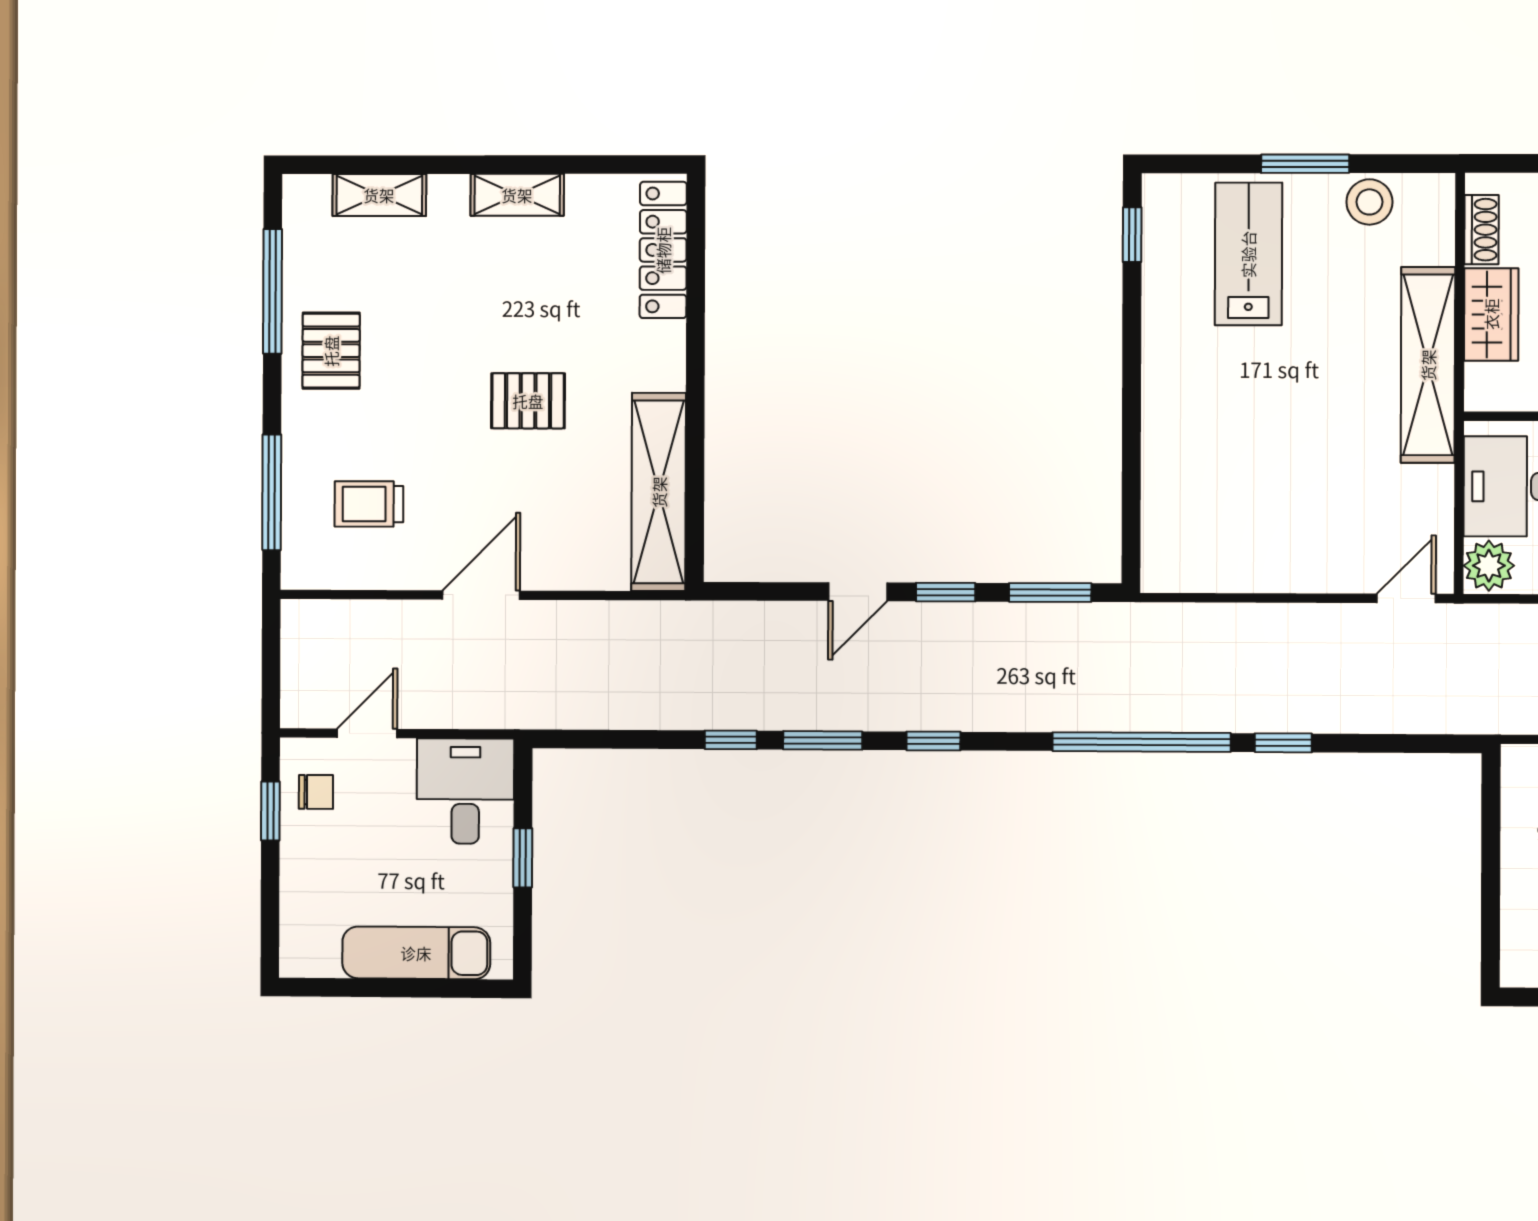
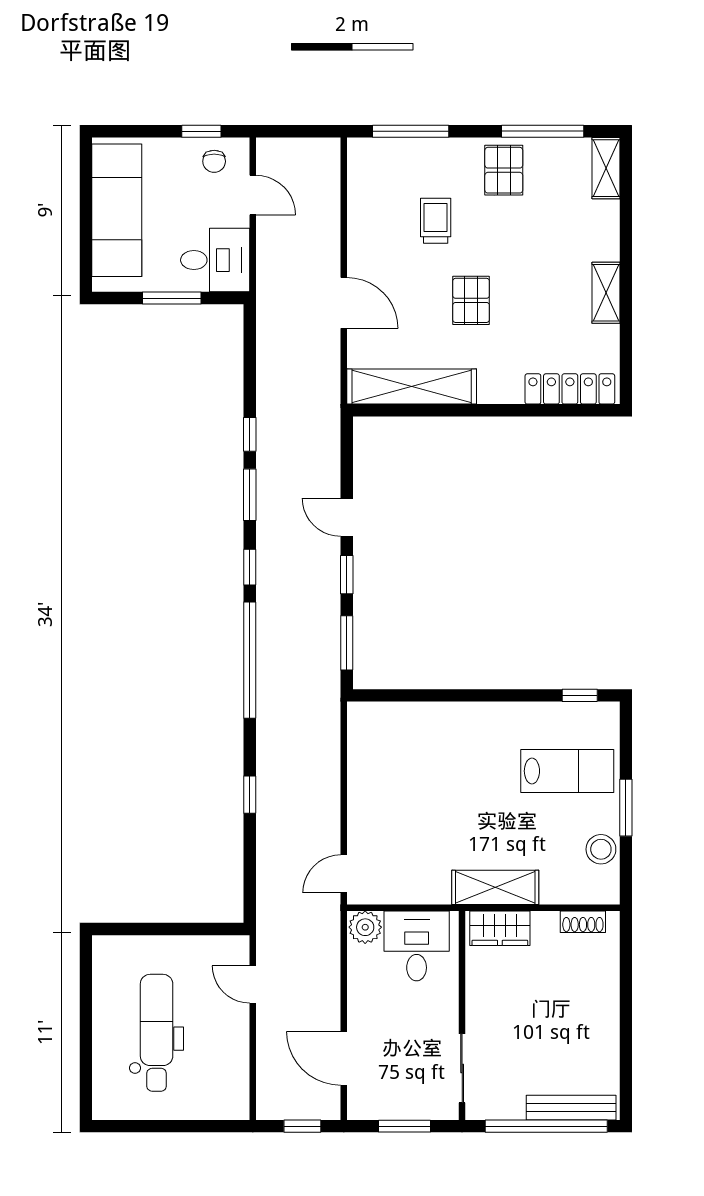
shelving: (379, 195) -> (606, 168), moved
wardrobe: (1491, 314) -> (500, 928), moved
pallet: (331, 351) -> (504, 170), turned 90
shelving: (1428, 365) -> (495, 887), width x0.68
trolley: (369, 504) -> (436, 221), moved
door: (481, 595) -> (344, 303), moved
door: (1406, 598) -> (344, 874), swing flipped
window: (1142, 742) -> (250, 660), moved
window: (523, 858) -> (172, 298), width x1.50
exam couch: (416, 953) -> (117, 210), width x1.36, depth x1.45

